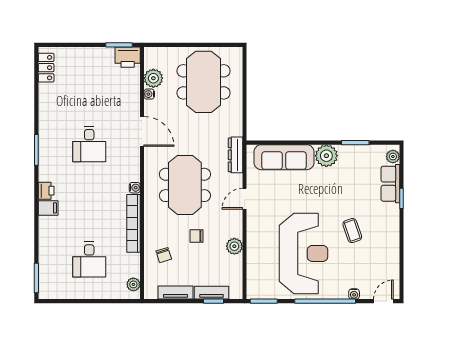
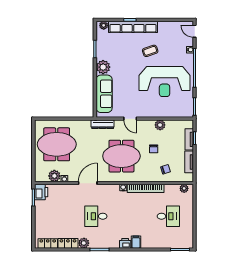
locker: (46, 100) -> (68, 243), added
plant: (47, 125) -> (84, 243), added
desk: (89, 144) -> (96, 216), turned 180
row of seats: (390, 184) -> (133, 27), width x2.02
reception desk: (303, 253) -> (165, 82), turned 180

